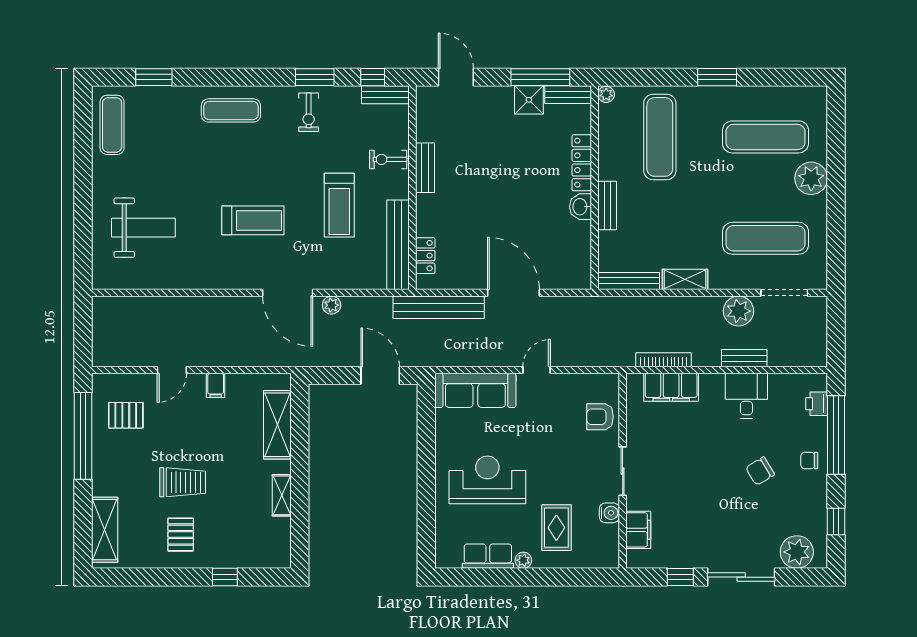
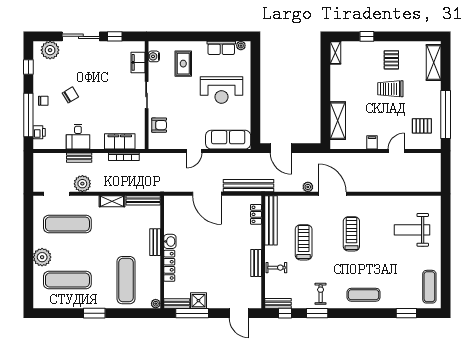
treadmill: (253, 220) -> (351, 234), turned 90
shelving: (282, 495) -> (335, 53), moved
water cooler: (609, 513) -> (154, 56), moved
plant: (523, 560) -> (241, 46), moved

